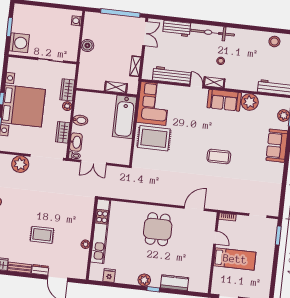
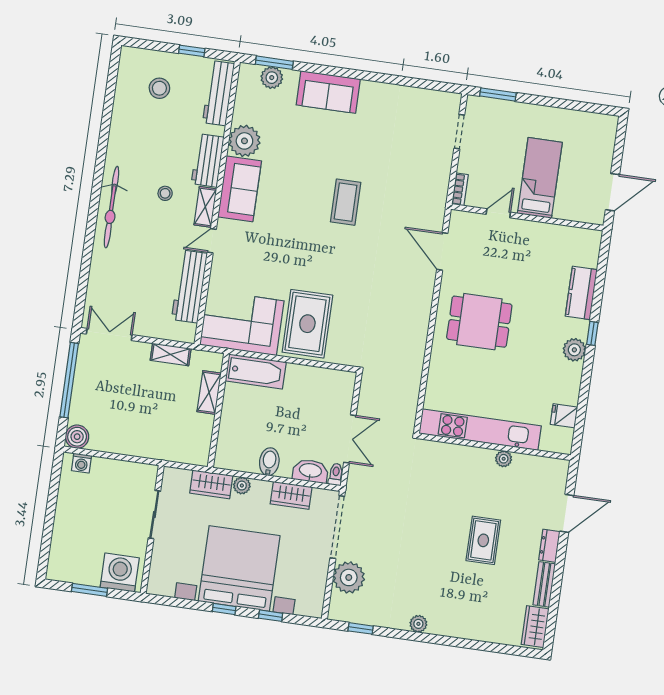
workbench: (177, 28) -> (208, 160), moved, turned 180
stool: (274, 42) -> (159, 88), moved
boiler: (87, 45) -> (77, 437), moved
bathtub: (125, 117) -> (256, 371), width x0.73, depth x0.73

